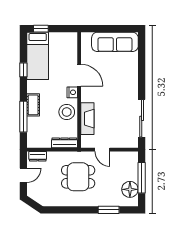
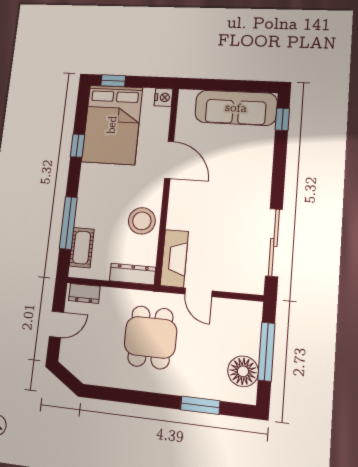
window: (142, 47) -> (282, 119), added
bed: (38, 56) -> (112, 125), width x1.50
nightstand: (72, 92) -> (164, 97), moved
cot: (33, 105) -> (82, 248), moved
fireplace: (87, 119) -> (174, 258), moved
dining table: (78, 177) -> (150, 337), turned 90

